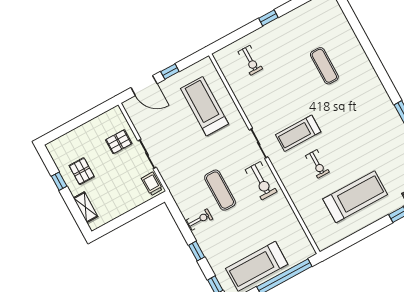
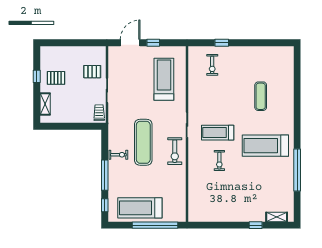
window: (268, 18) -> (222, 43), moved
door: (144, 86) -> (130, 43), swing flipped
pallet: (82, 171) -> (56, 78), turned 90
exercise mat: (220, 190) -> (143, 142), width x1.36, depth x1.45
treadmill: (355, 197) -> (265, 146), moved, turned 180
window: (197, 251) -> (105, 175), width x2.17

